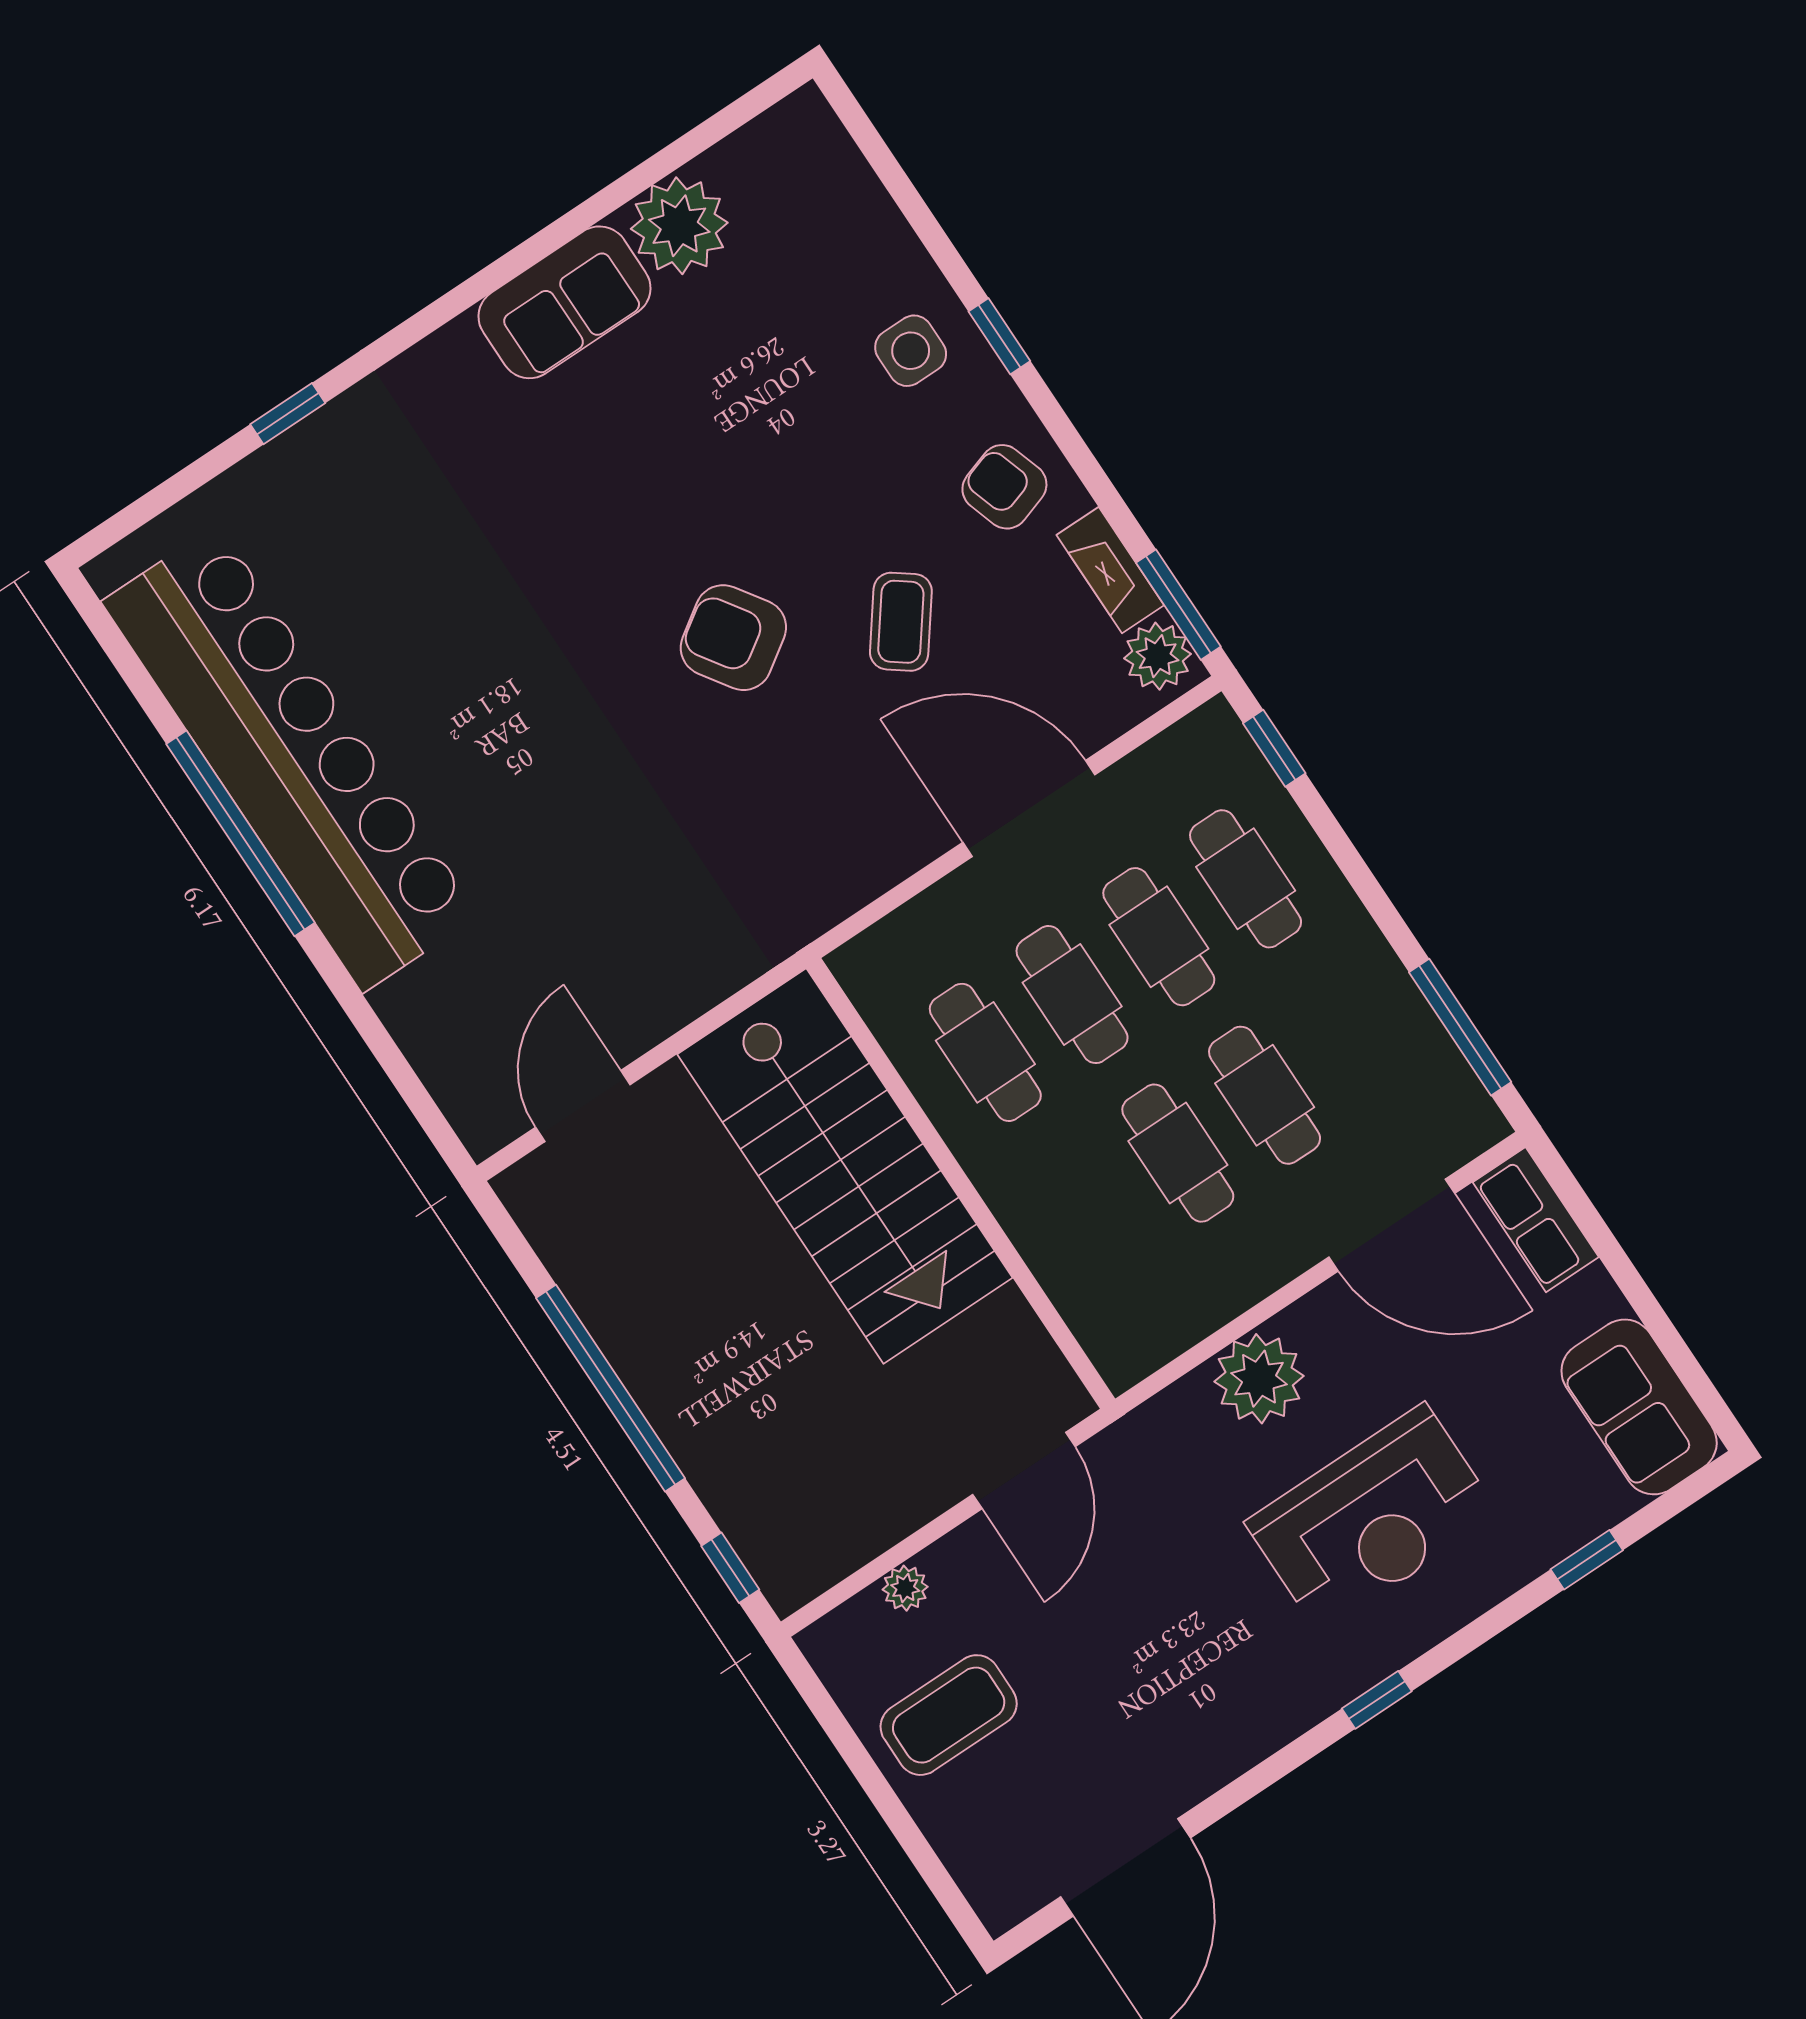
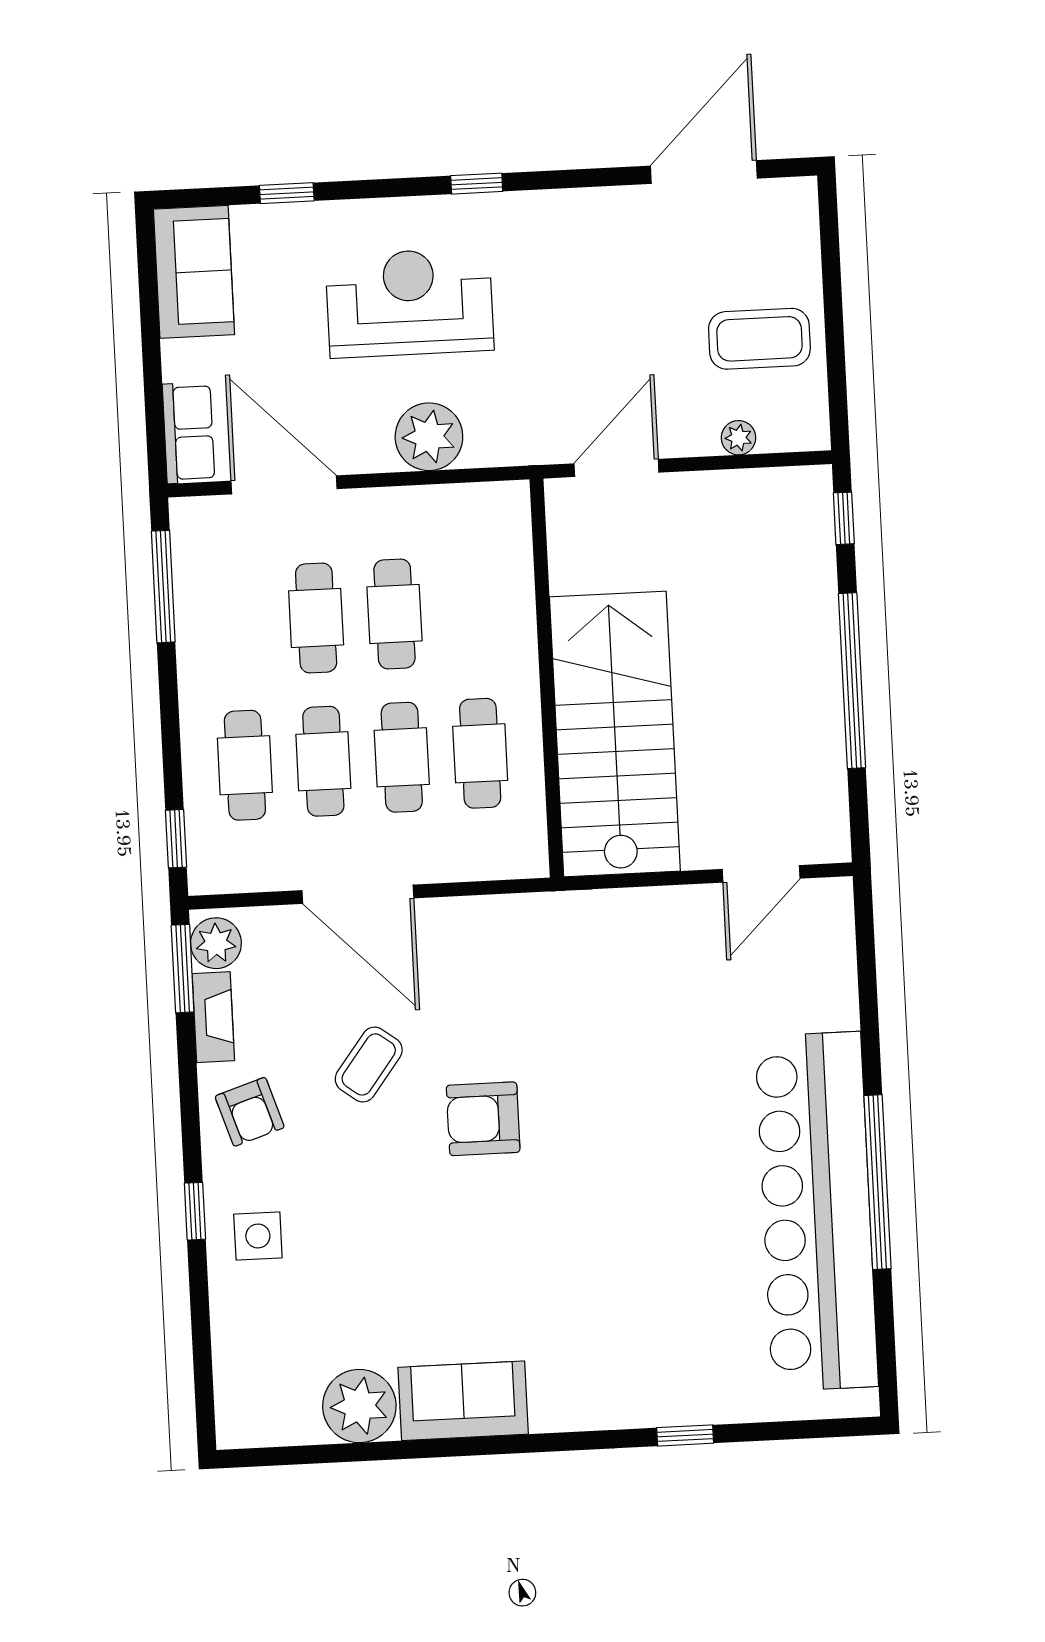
armchair: (733, 638) -> (483, 1119), turned 124

